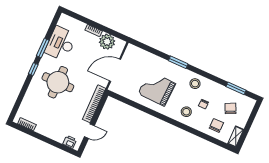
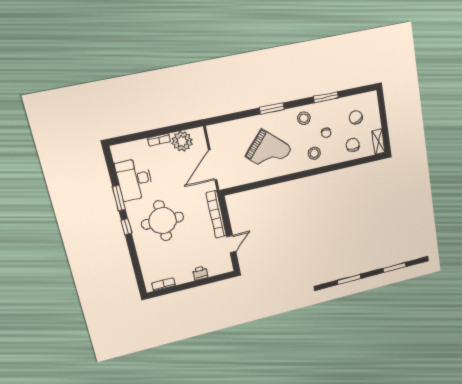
grand piano: (157, 88) -> (269, 152), turned -140
window: (236, 88) -> (326, 97), moved
printer: (70, 142) -> (200, 273), moved

